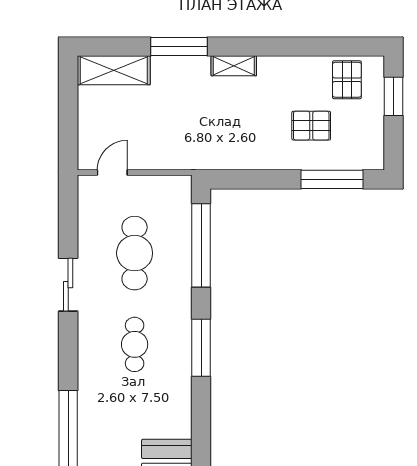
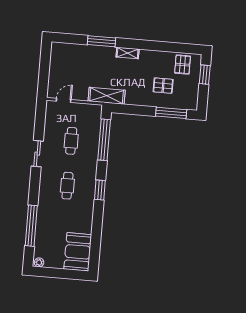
shelving: (114, 70) -> (107, 96), moved
cafe table: (135, 253) -> (71, 141), width x0.73, depth x0.74
window: (201, 348) -> (100, 190), width x0.69

